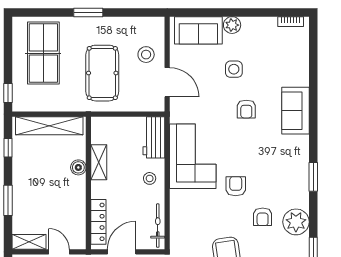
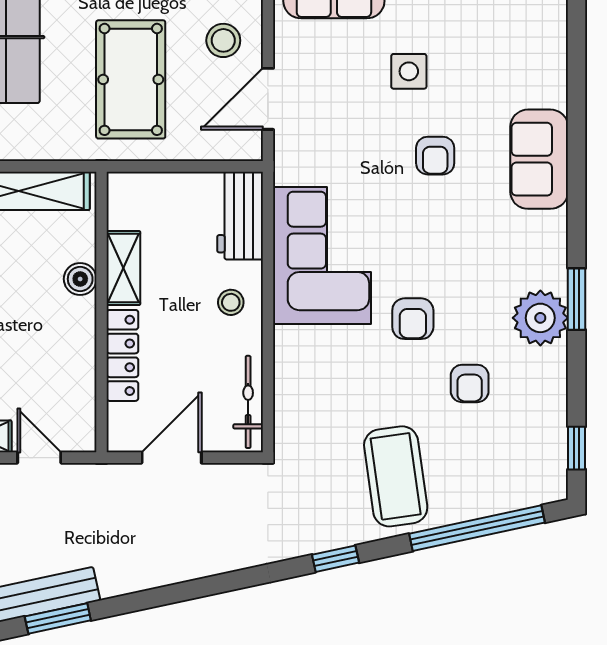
door: (167, 82) -> (268, 99), swing flipped
armchair: (236, 186) -> (413, 319), turned 180
locker: (98, 222) -> (122, 355), moved
plant: (296, 222) -> (540, 318), moved

